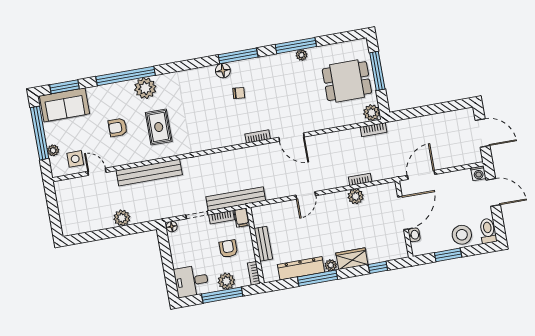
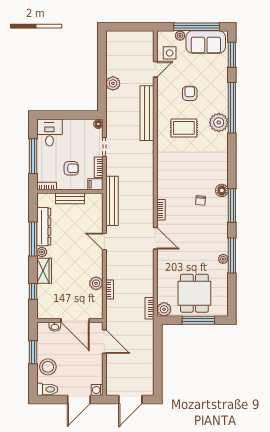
sofa: (65, 105) -> (206, 42), moved, turned -90
door: (292, 137) -> (155, 238), swing flipped
bench: (236, 199) -> (112, 201), moved
plant: (226, 281) -> (44, 162), removed

